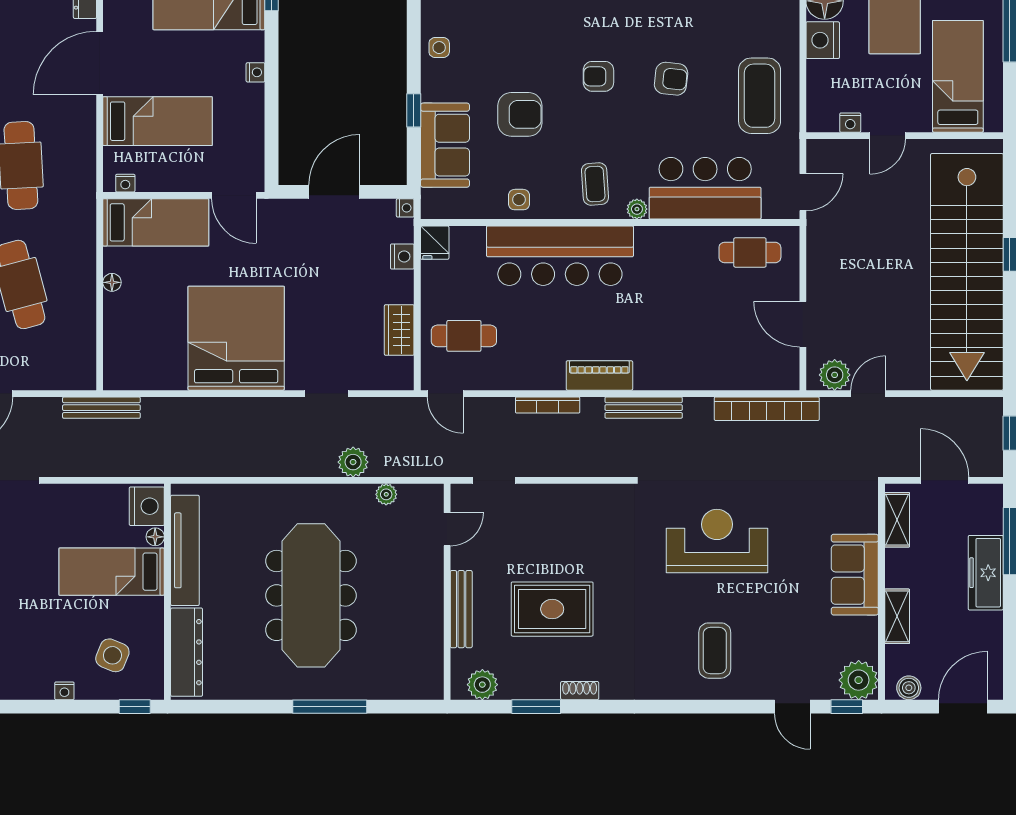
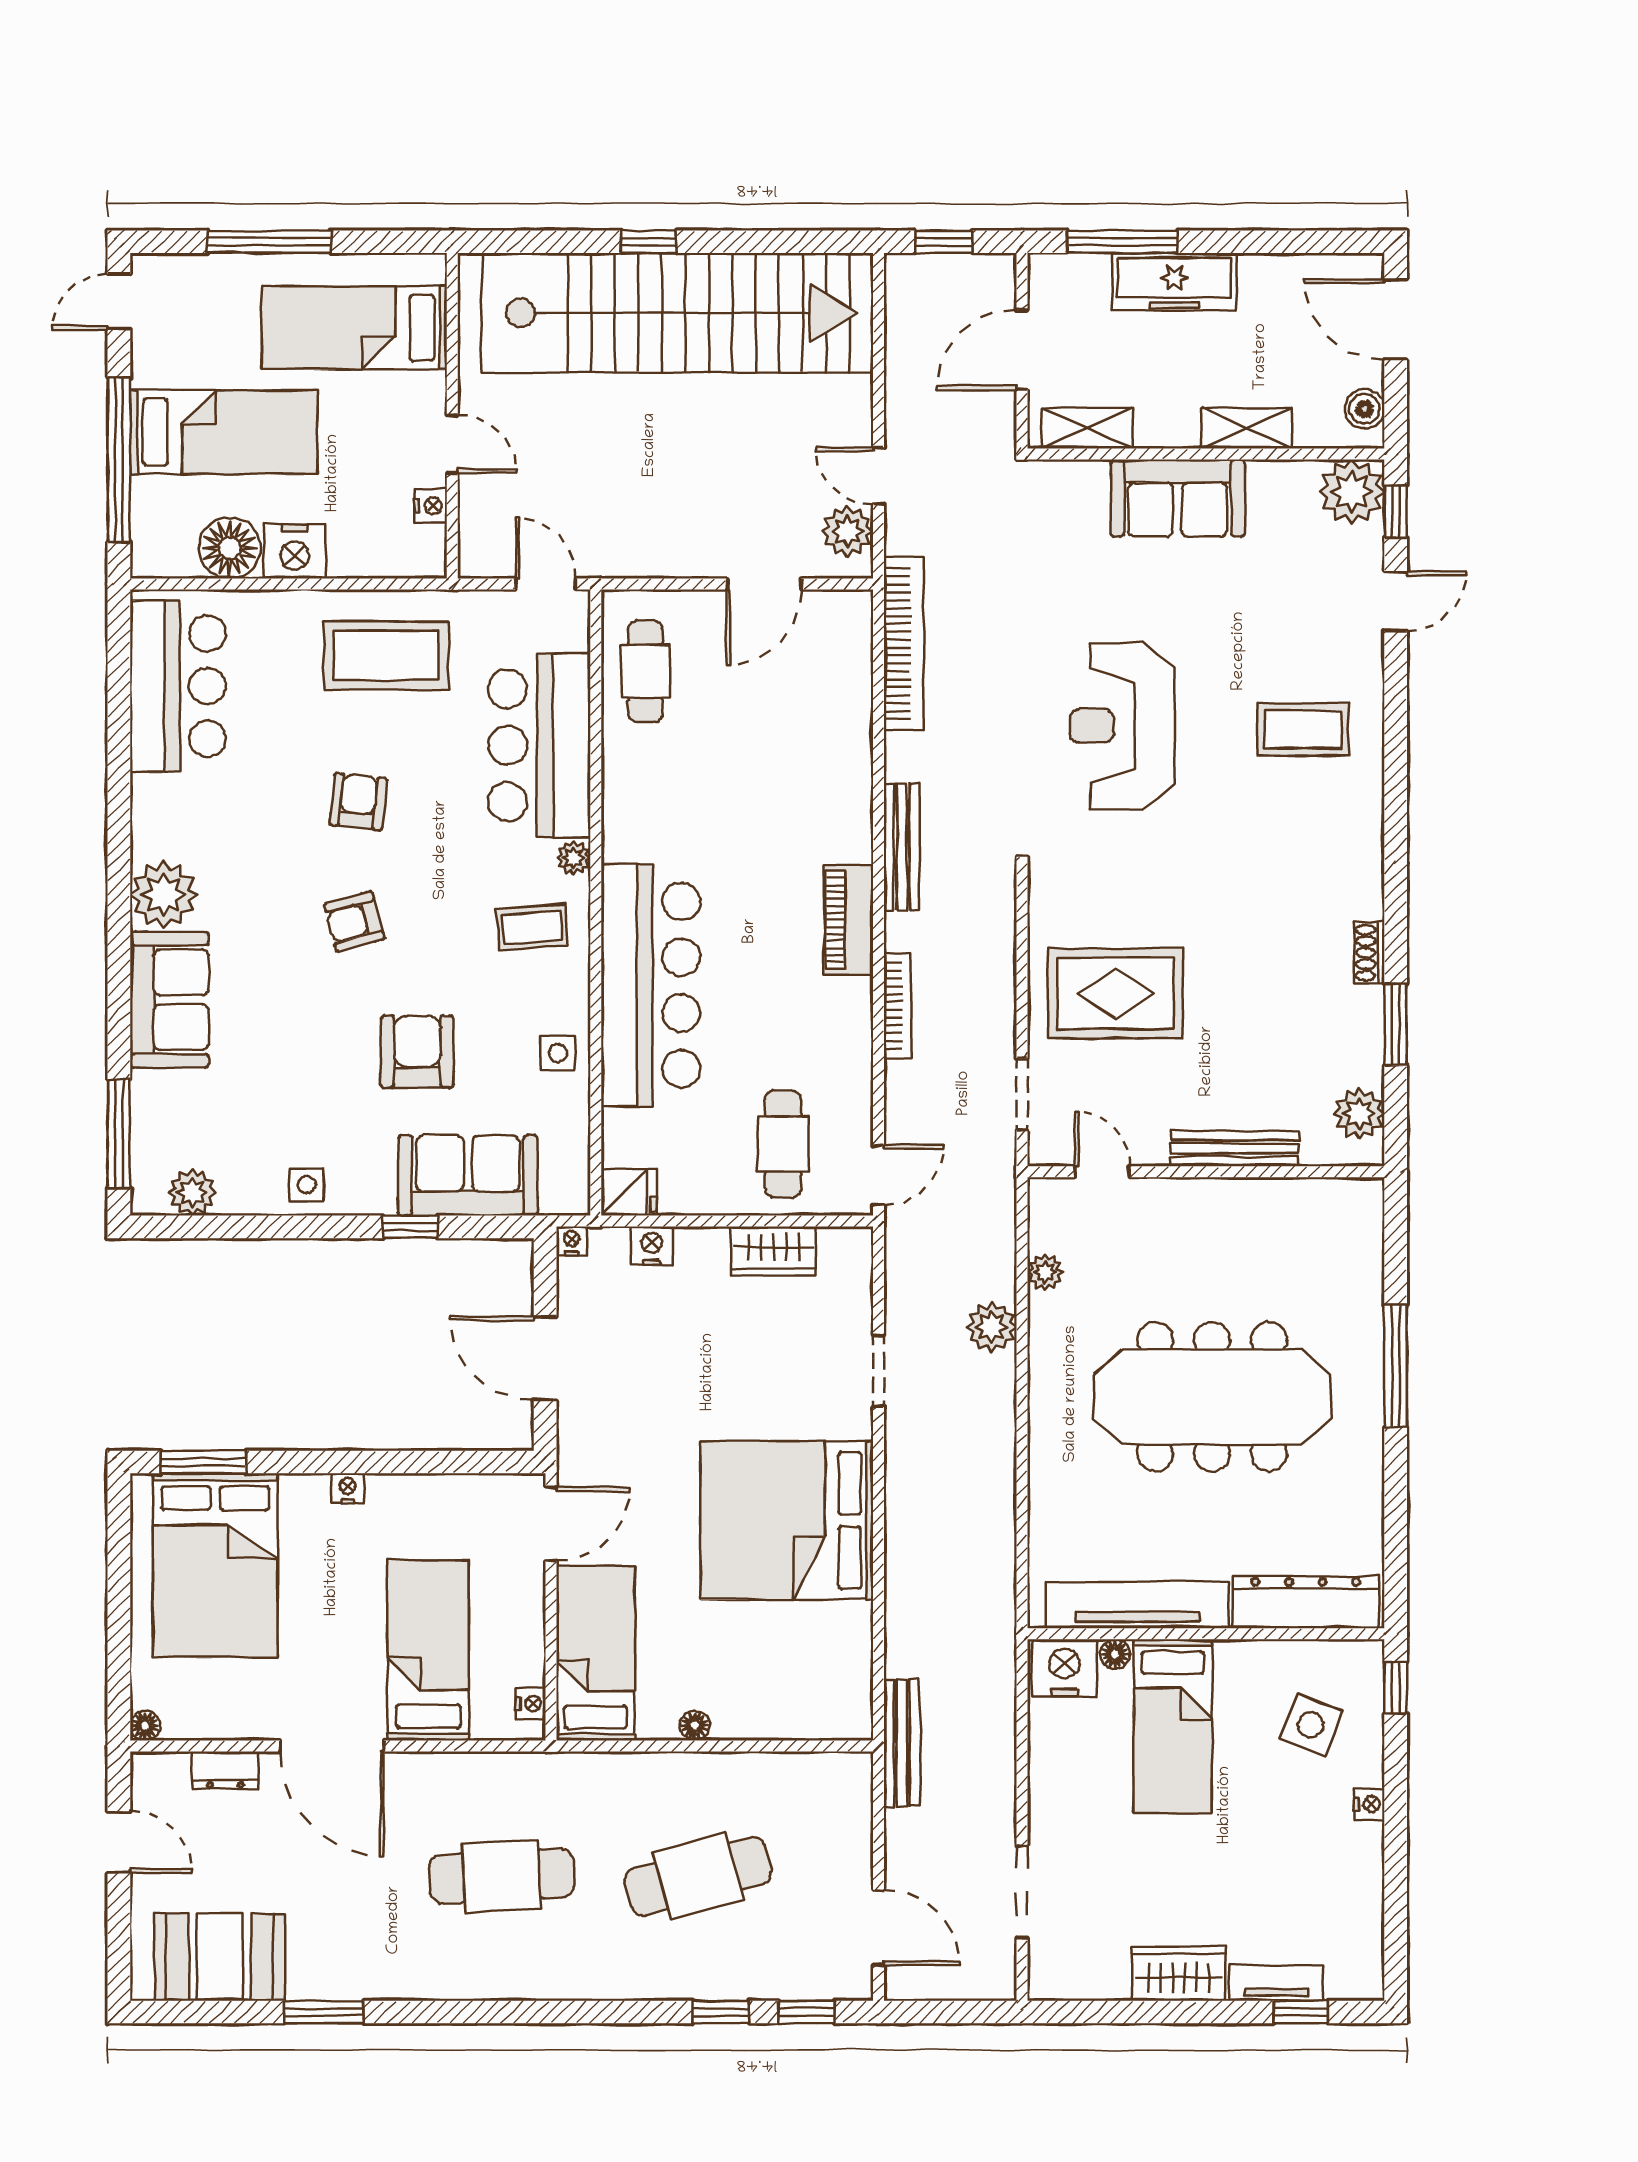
armchair: (598, 76) -> (354, 922), turned 75
rug: (552, 609) -> (1115, 993), moved, turned 90

